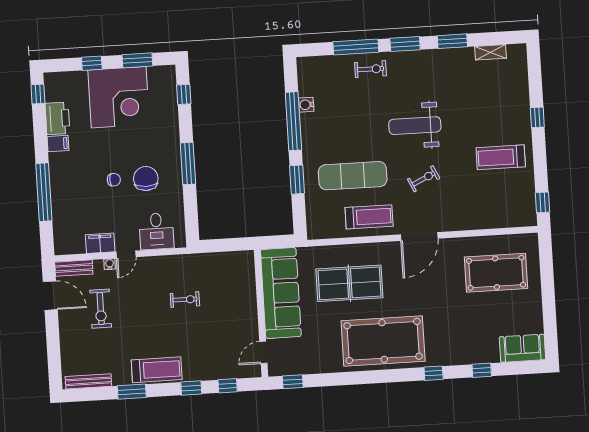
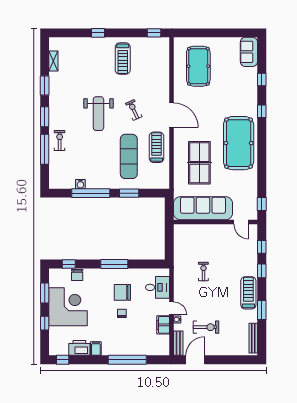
chair: (168, 108) -> (77, 275), added

